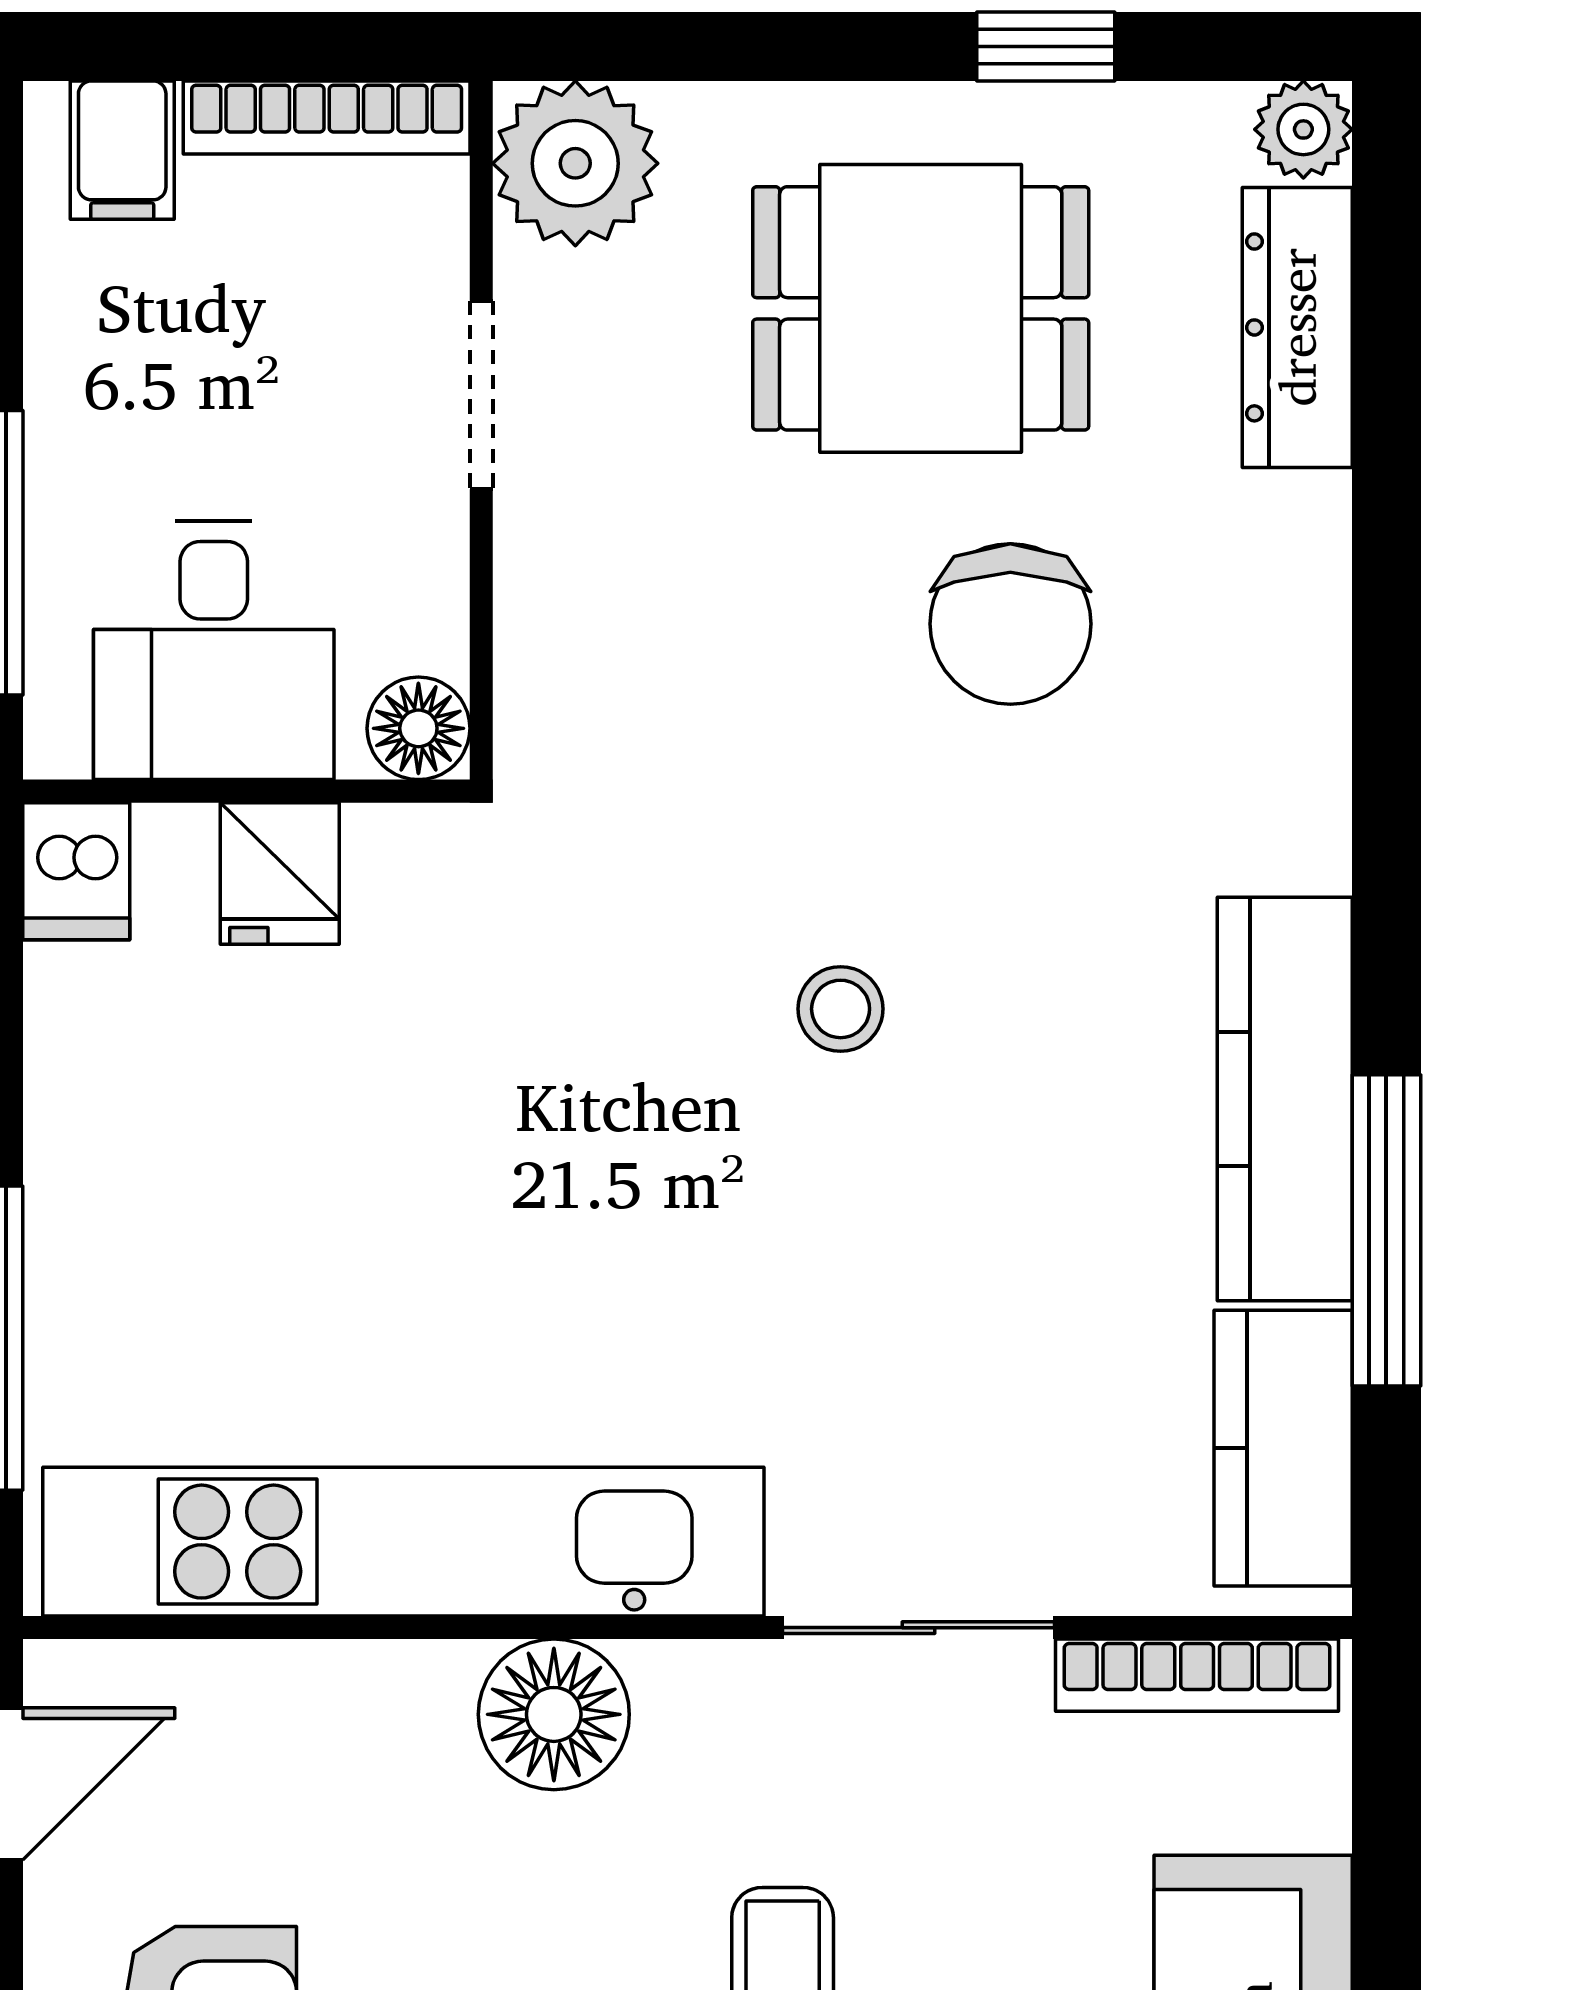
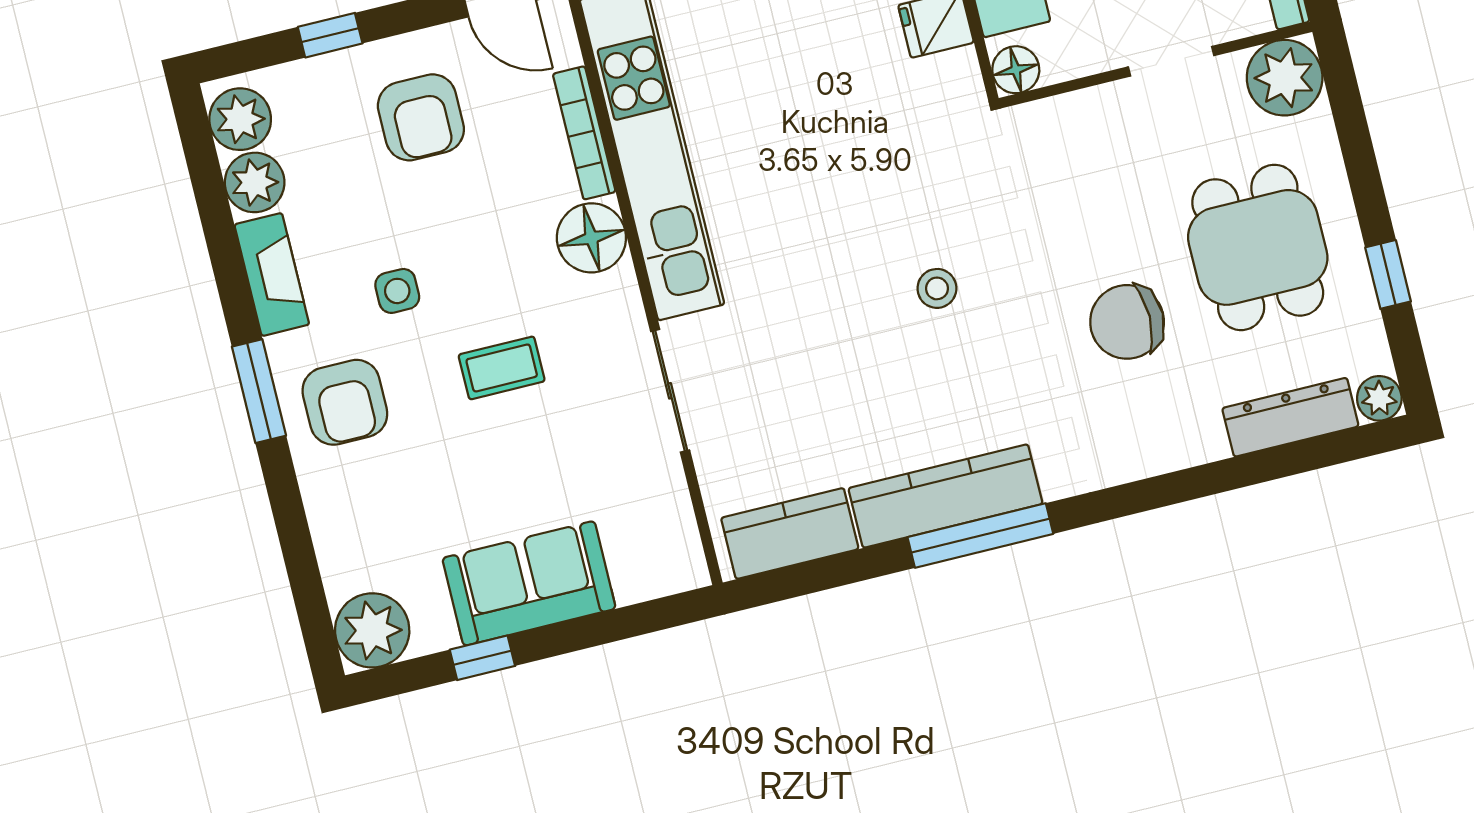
window: (1386, 1230) -> (980, 536), moved
bookcase: (1197, 1675) -> (584, 133), moved

